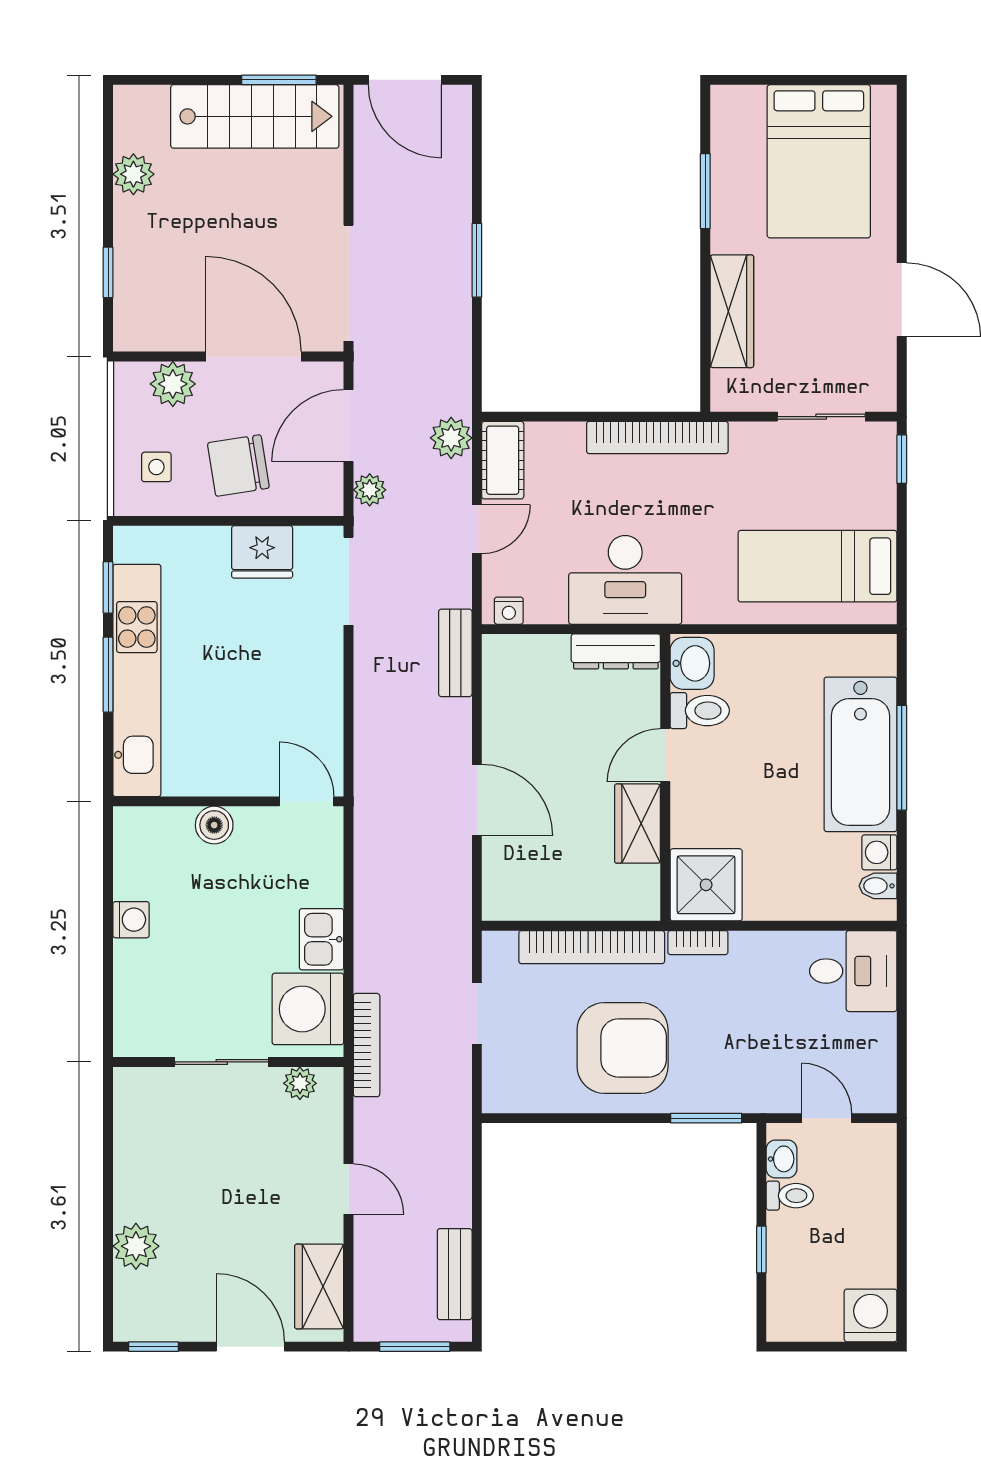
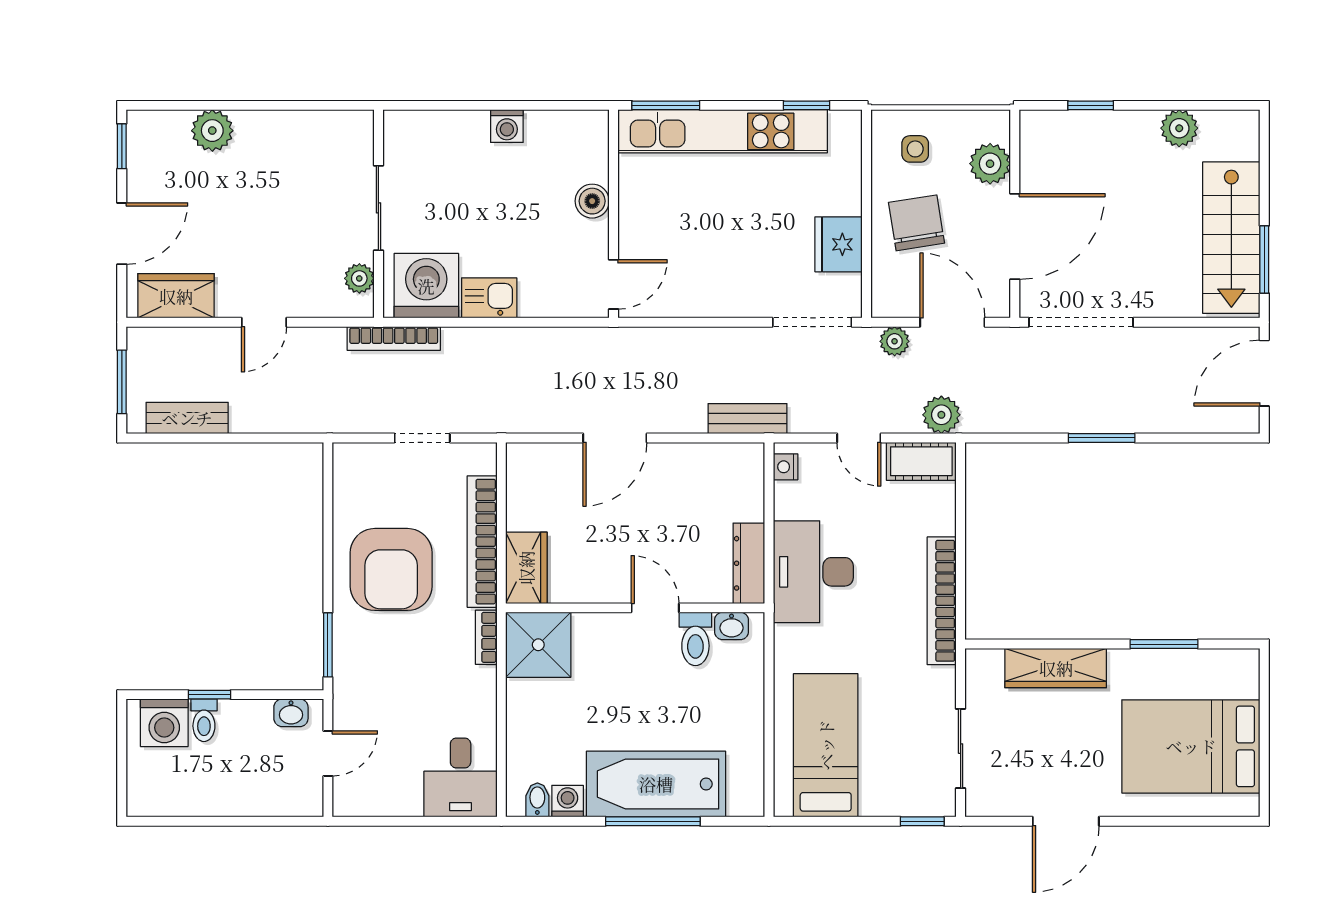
washbasin: (692, 663) -> (732, 626), width x0.72, depth x0.69
window: (108, 675) -> (666, 105), moved
wardrobe: (637, 824) -> (526, 568), moved, turned 90
toilet: (790, 1196) -> (204, 720), moved
washing machine: (871, 1315) -> (164, 723), moved, turned 90

